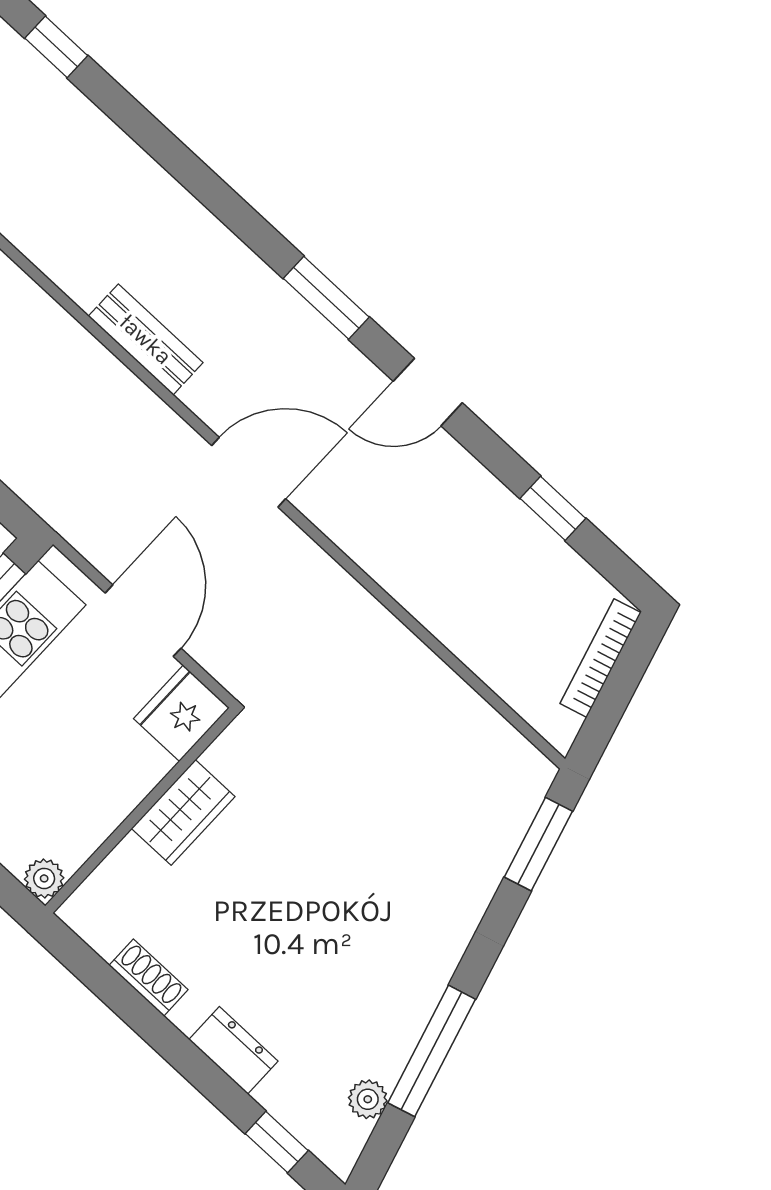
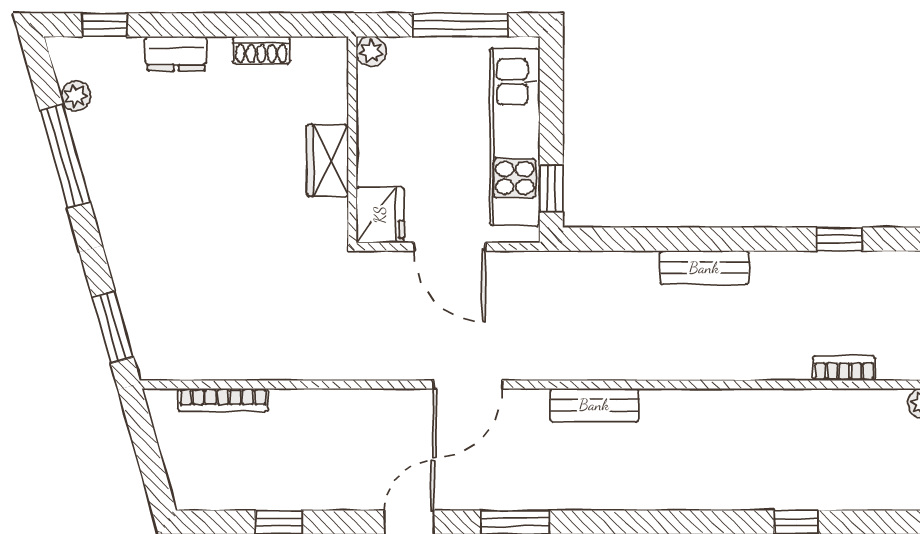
bookcase: (600, 658) -> (223, 400), moved, turned 106

